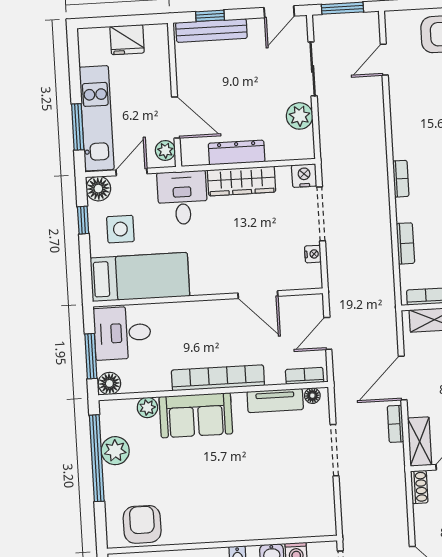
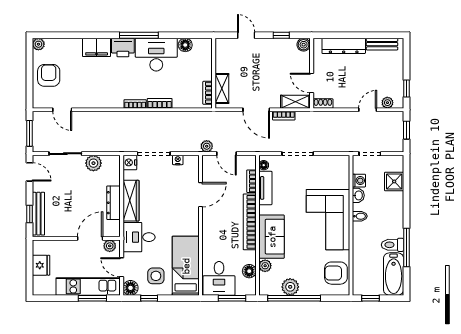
bookcase: (405, 243) -> (160, 103), moved
plant: (338, 300) -> (207, 146), added
bookcase: (305, 376) -> (251, 181), moved
floor lamp: (109, 383) -> (249, 271), moved
corner sofa: (229, 506) -> (328, 220), added

